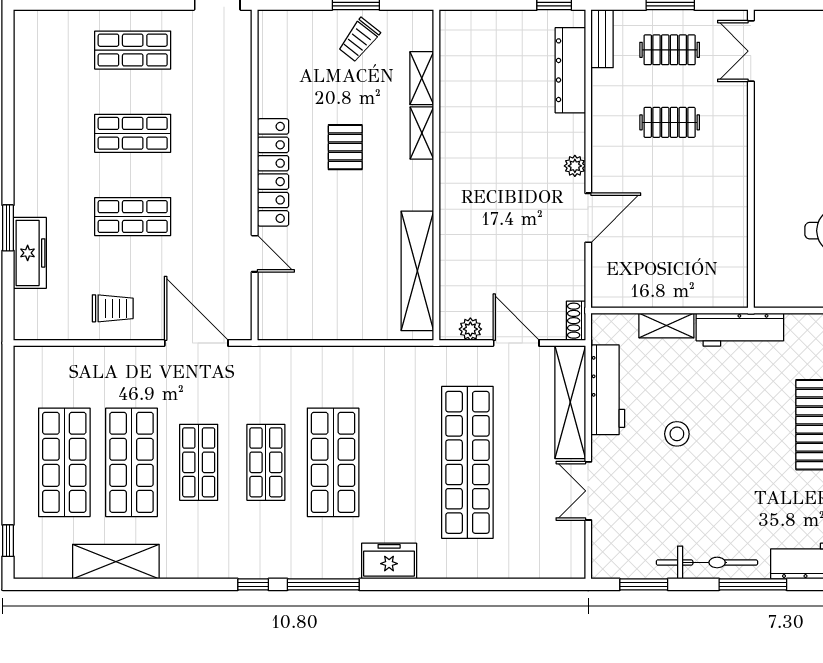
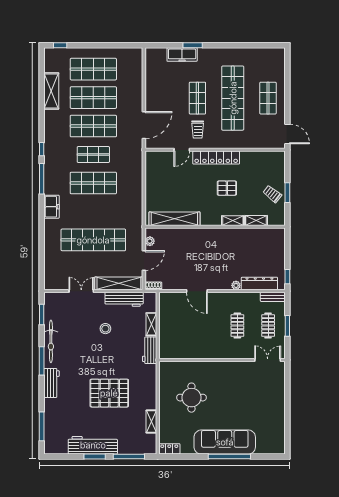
shop shelf: (133, 133) -> (233, 98), width x2.00, depth x1.36
plant: (575, 166) -> (236, 285), moved
trolley: (113, 308) -> (198, 129), moved
workbench: (740, 330) -> (150, 350), width x0.73
shop shelf: (199, 462) -> (93, 126), width x1.43, depth x1.36

